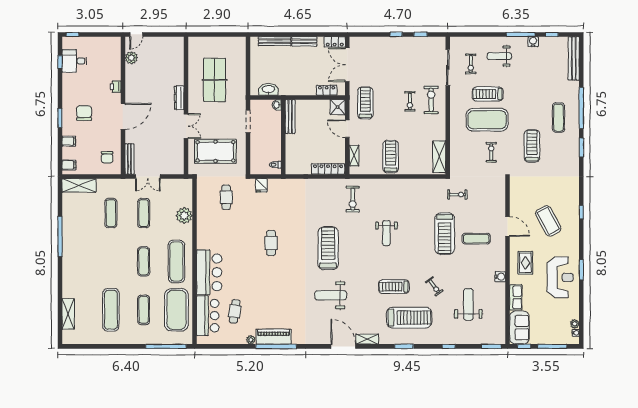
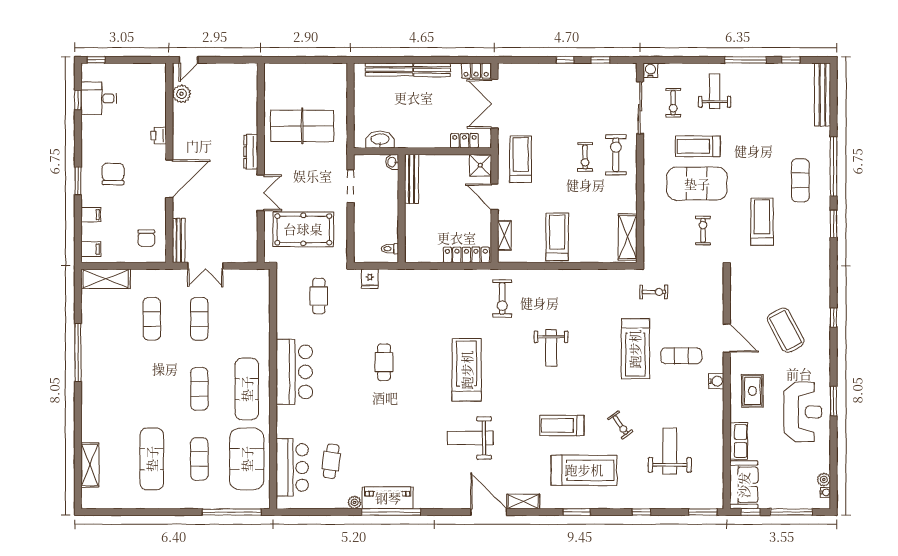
water cooler: (533, 42) -> (650, 70), moved
weight bench: (499, 56) -> (715, 91), turned 90
table tennis table: (215, 80) -> (302, 126), turned 90
plant: (184, 216) -> (258, 322), removed
bar counter: (209, 272) -> (294, 372), moved
water cooler: (500, 277) -> (716, 381), moved

